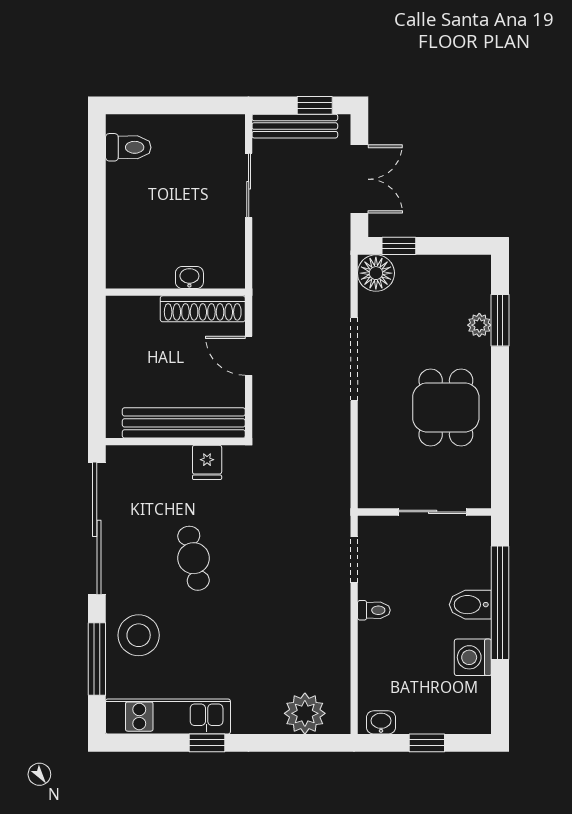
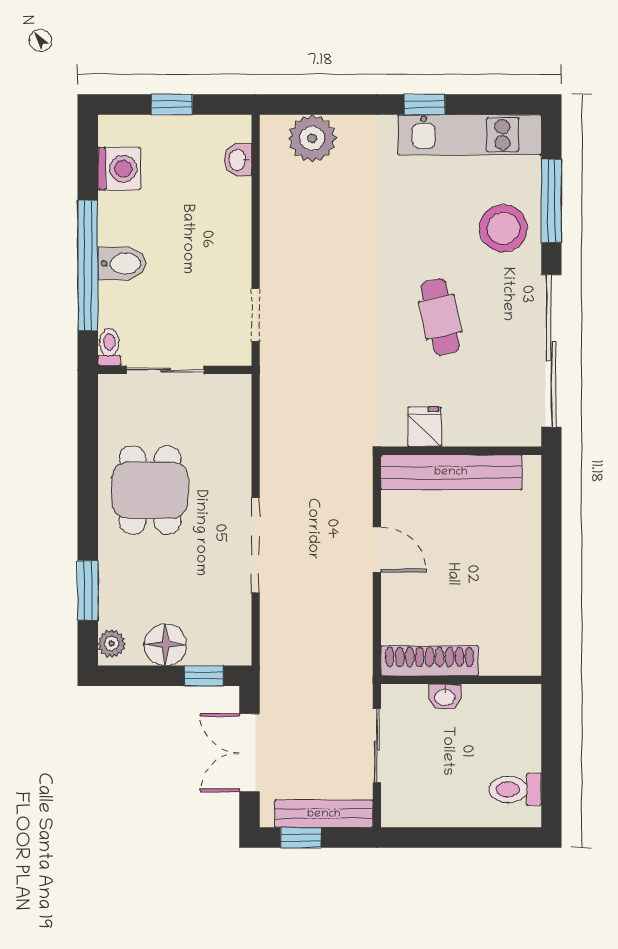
floor lamp: (376, 273) -> (165, 645), moved
washbasin: (189, 278) -> (445, 697), moved
wall: (175, 292) -> (461, 680), moved
shoe rack: (203, 309) -> (430, 661), moved
plant: (479, 325) -> (112, 644), moved
toilet: (374, 610) -> (109, 347), moved, turned 90
washing machine: (473, 657) -> (119, 169), moved
washbasin: (381, 722) -> (238, 160), moved, turned 90

